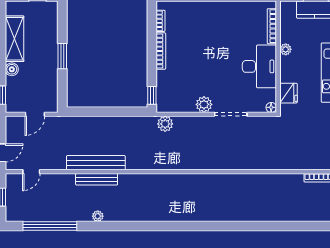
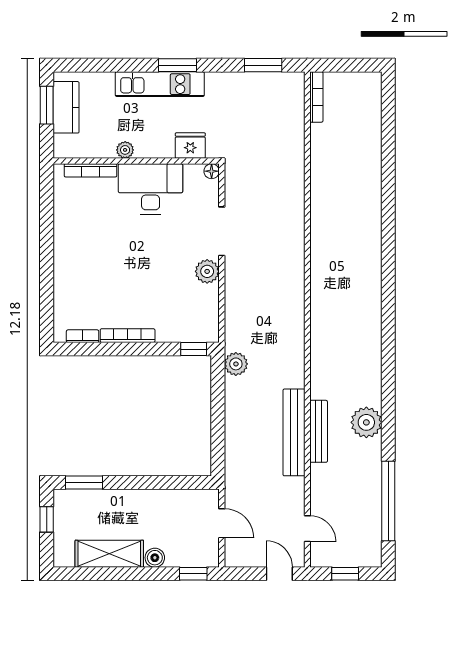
window: (62, 56) -> (84, 483), moved
plant: (165, 124) -> (236, 364), moved
plant: (98, 216) -> (366, 422), width x1.87, depth x1.87

